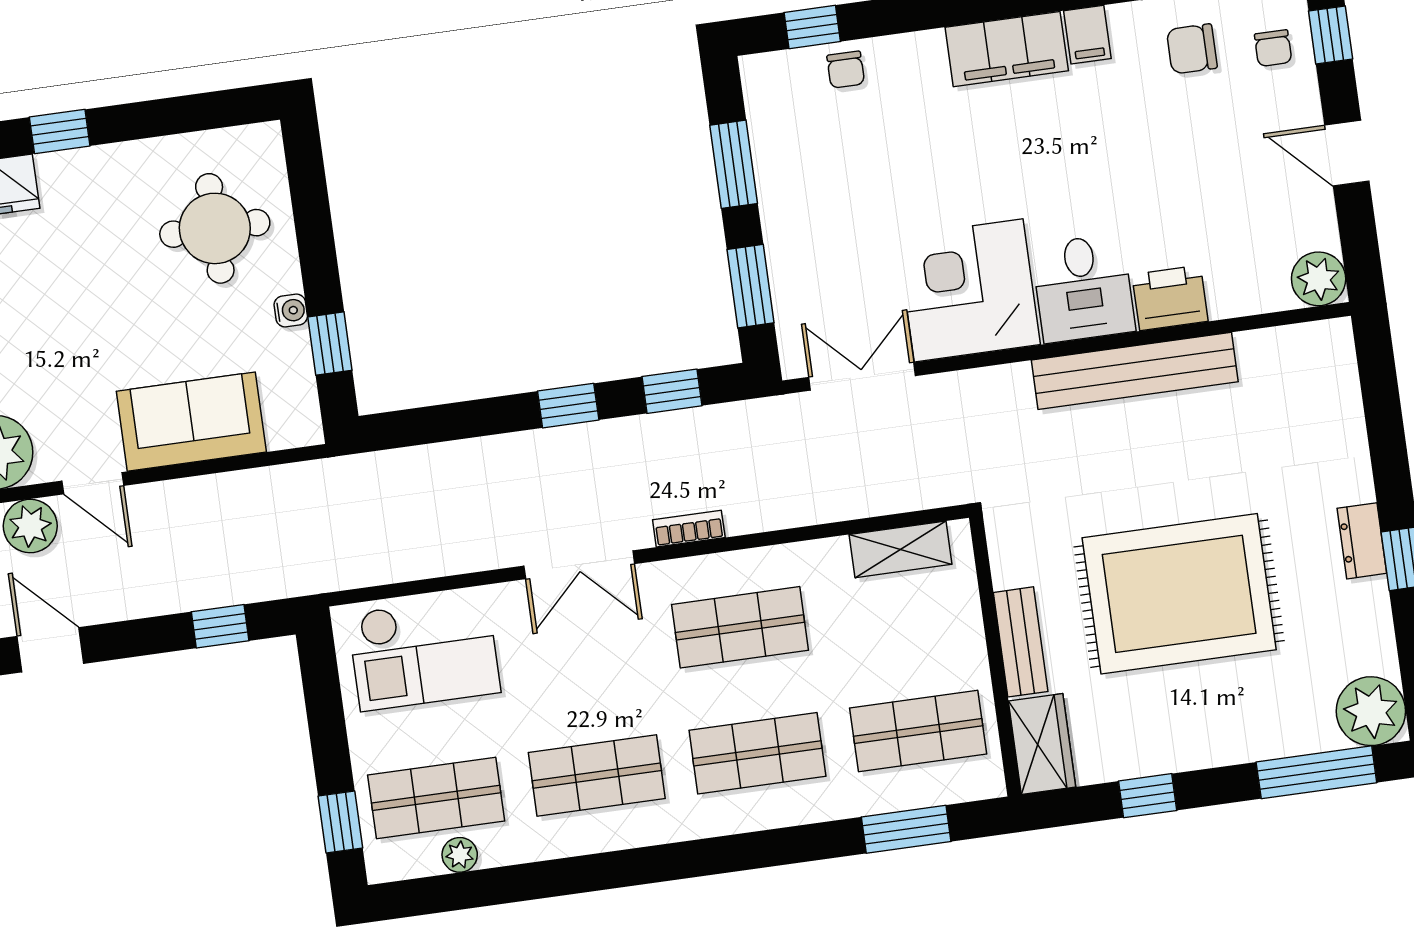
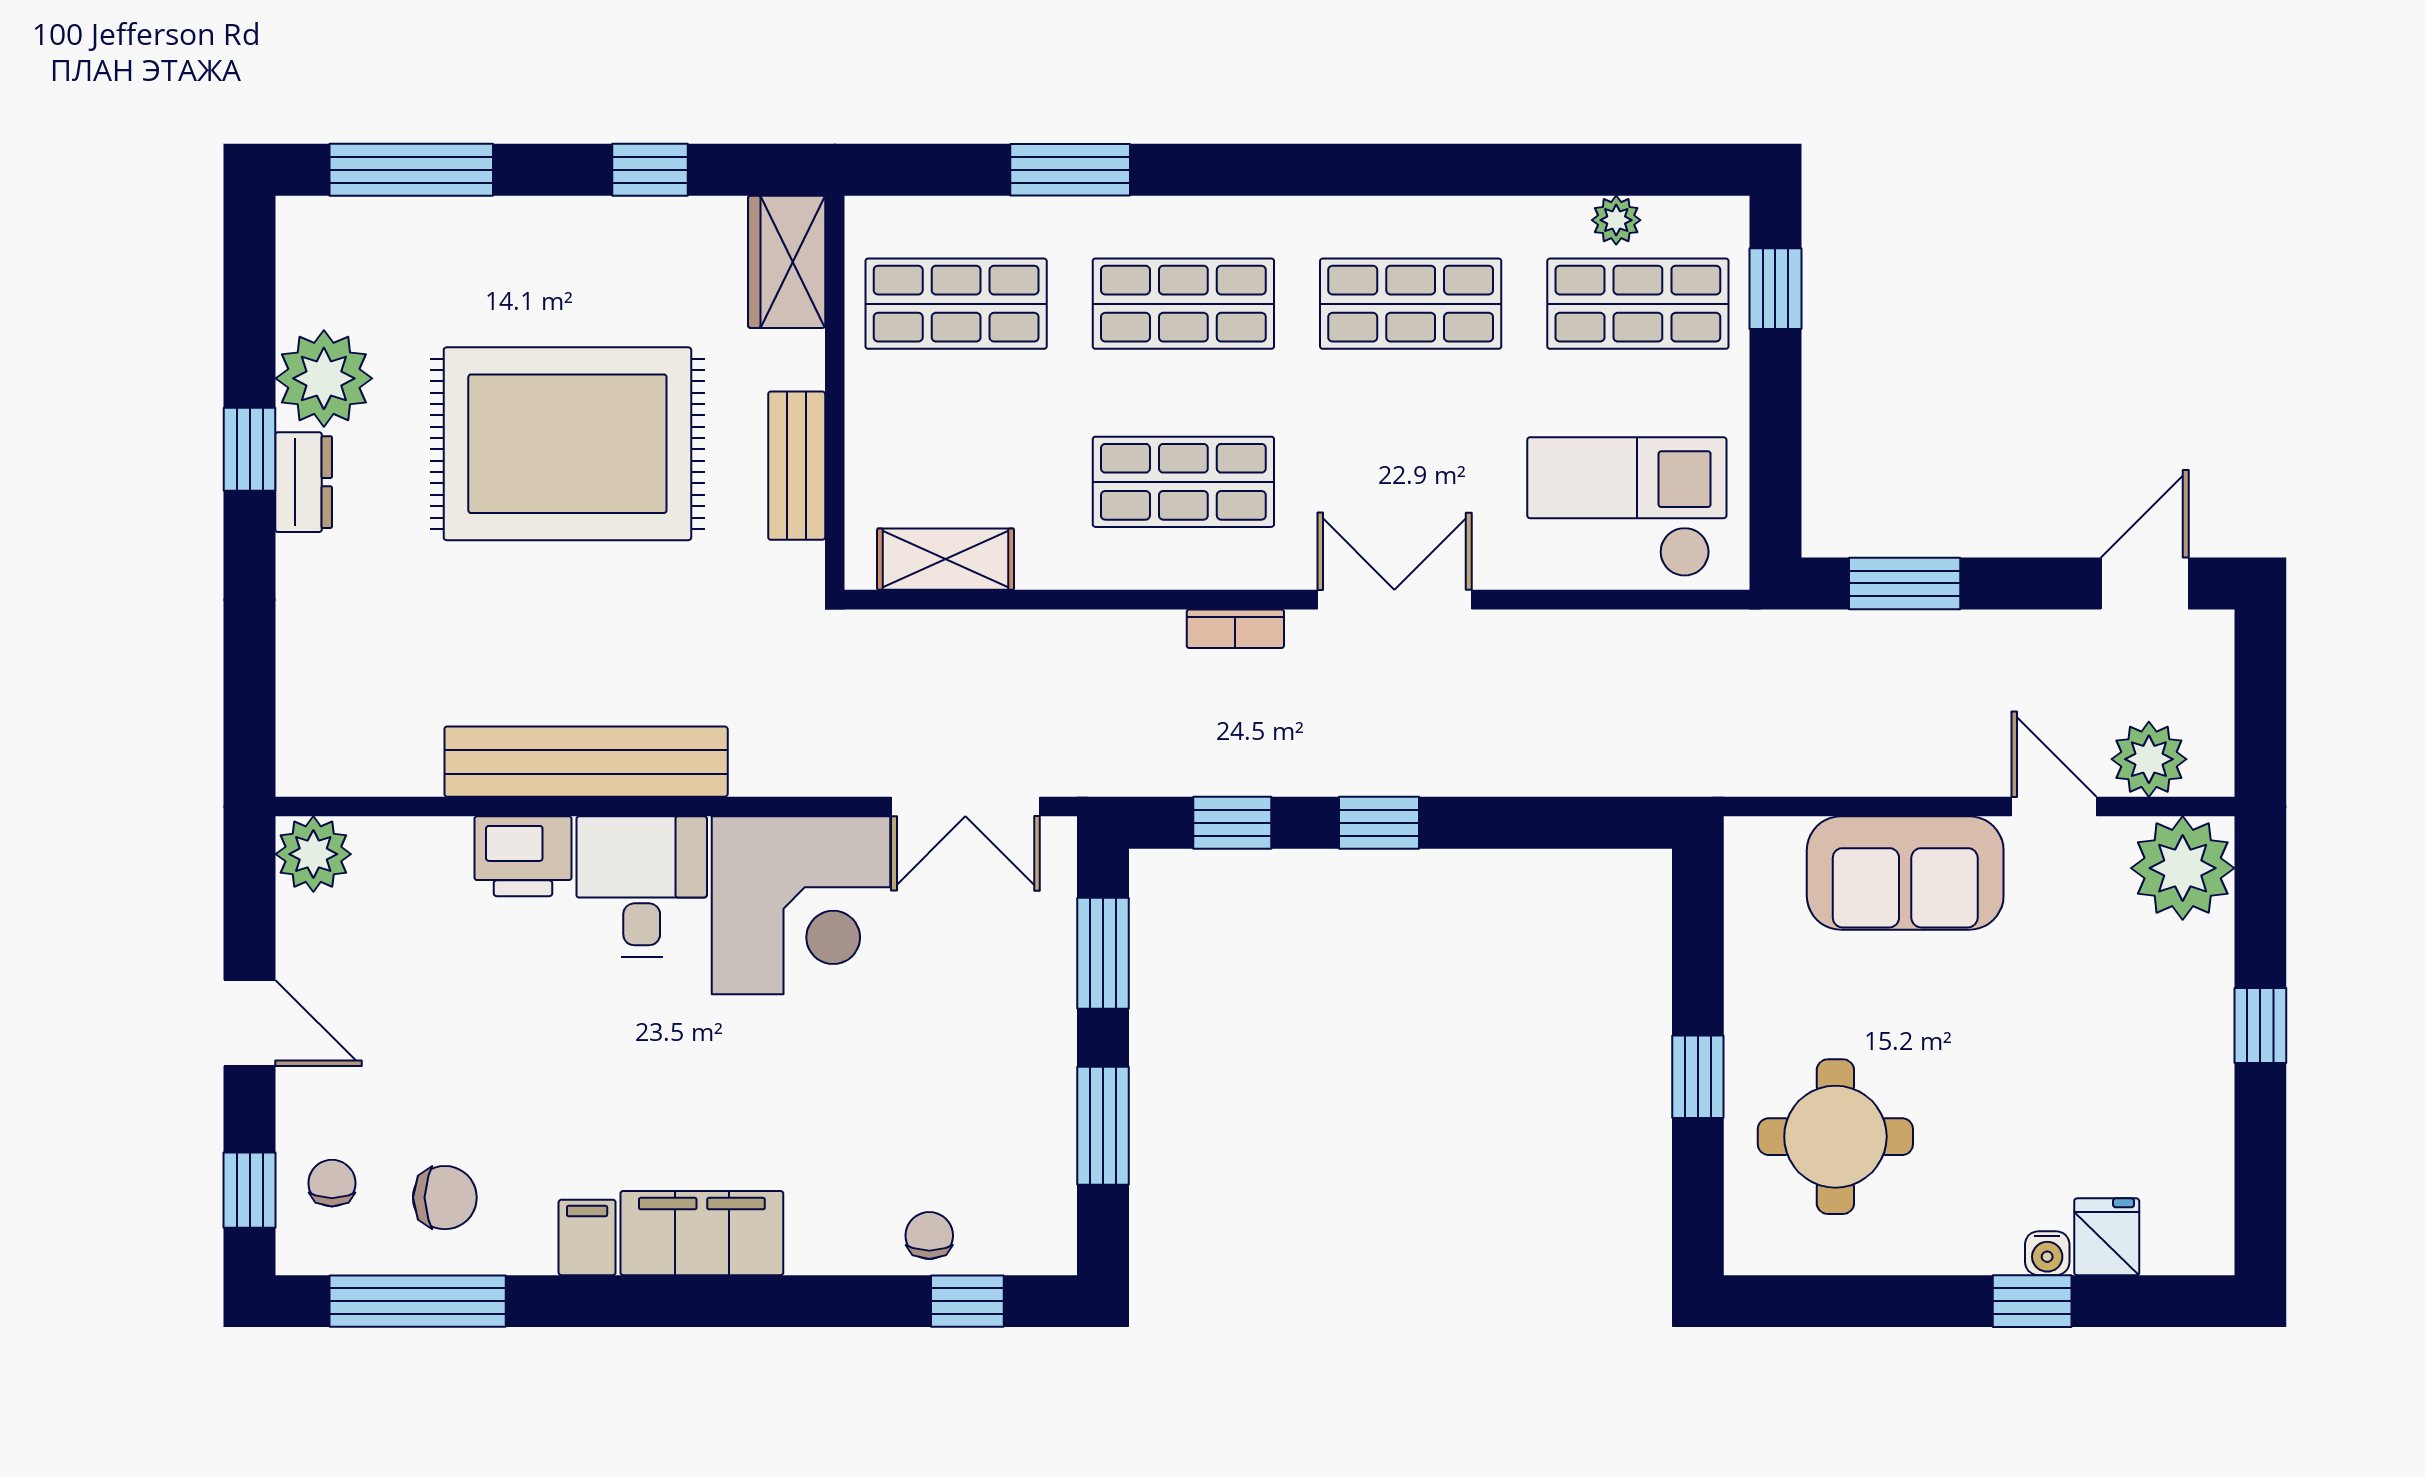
water cooler: (291, 311) -> (2047, 1253), moved, turned -90
window: (330, 344) -> (1698, 1077), moved
window: (220, 626) -> (1905, 583), width x1.50
bench: (1021, 642) -> (797, 466), moved
door: (50, 650) -> (2145, 583), swing flipped
plant: (1371, 711) -> (324, 378), moved
window: (906, 829) -> (1070, 170), moved

